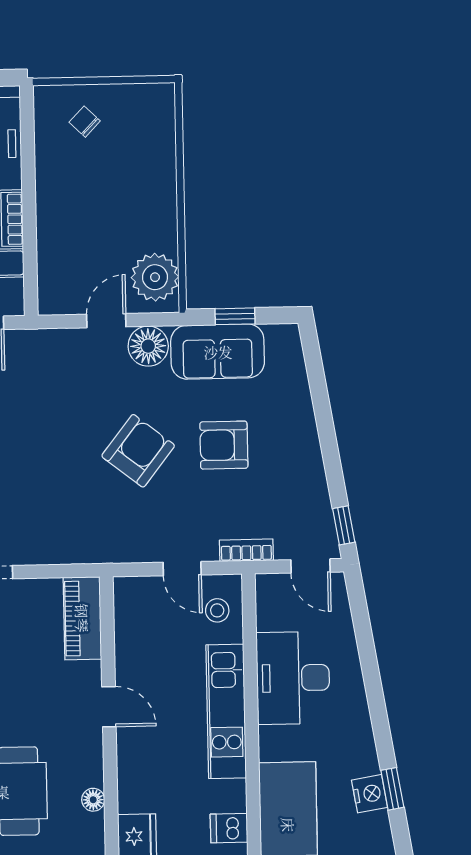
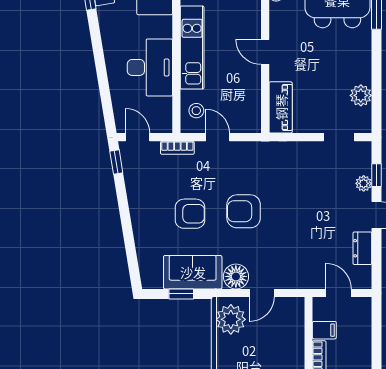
armchair: (138, 451) -> (244, 211), turned 52

